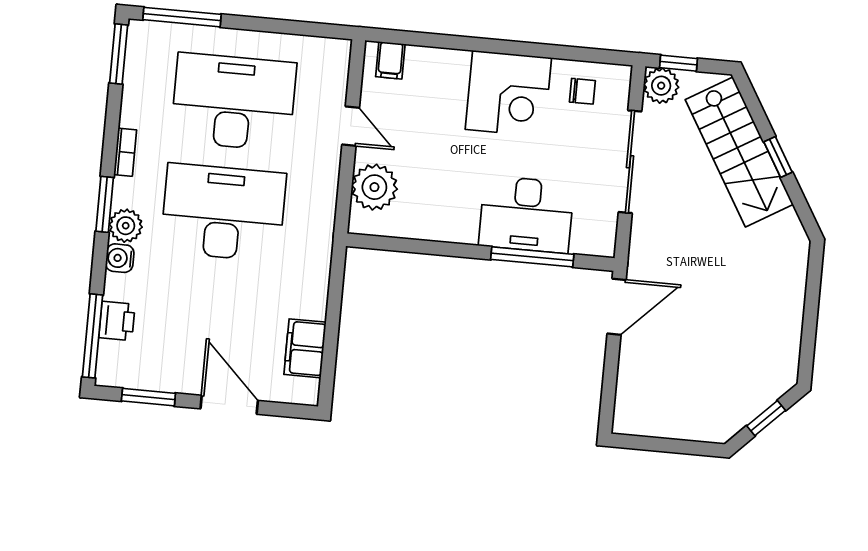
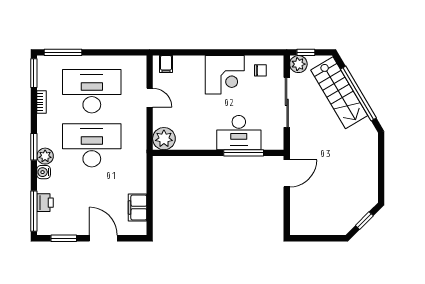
bookcase: (125, 152) -> (41, 102), moved
window: (778, 157) -> (358, 93), width x3.17
plant: (374, 187) -> (164, 139), moved

